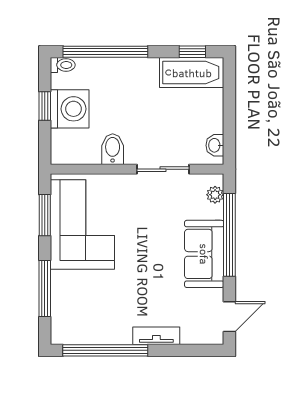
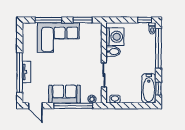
window: (45, 106) -> (145, 20), moved
washing machine: (70, 109) -> (115, 37), moved, turned -90
corner sofa: (82, 225) -> (58, 38), moved
window: (105, 350) -> (20, 73), moved

